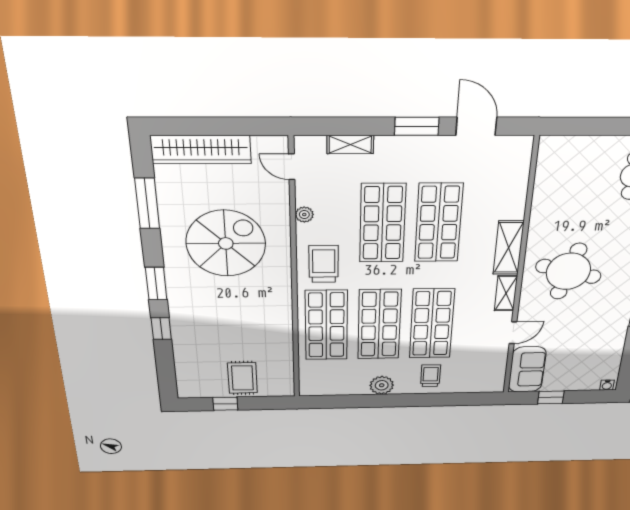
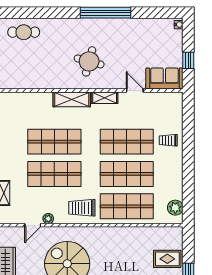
door: (292, 167) -> (33, 225), moved
round table: (568, 271) -> (89, 61), width x0.73, depth x0.73
plant: (382, 385) -> (175, 208), moved

